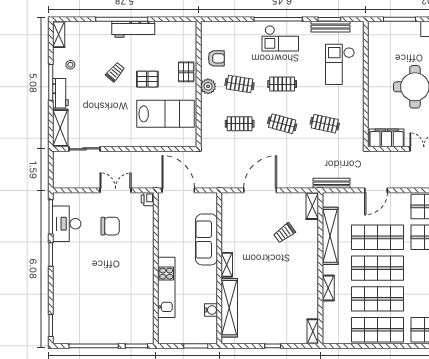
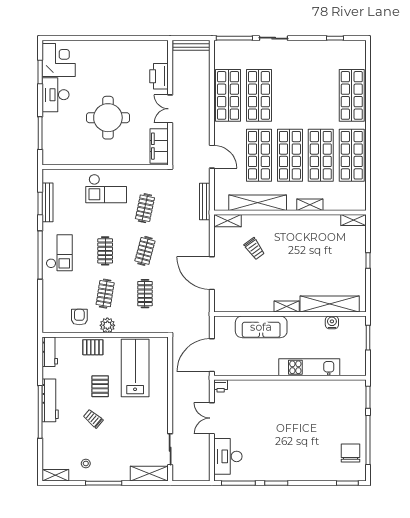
checkout: (340, 64) -> (106, 189), moved
workbench: (60, 93) -> (50, 352), moved, turned 90
desk: (67, 224) -> (228, 456), moved, turned 90
chair: (110, 226) -> (350, 453), moved

